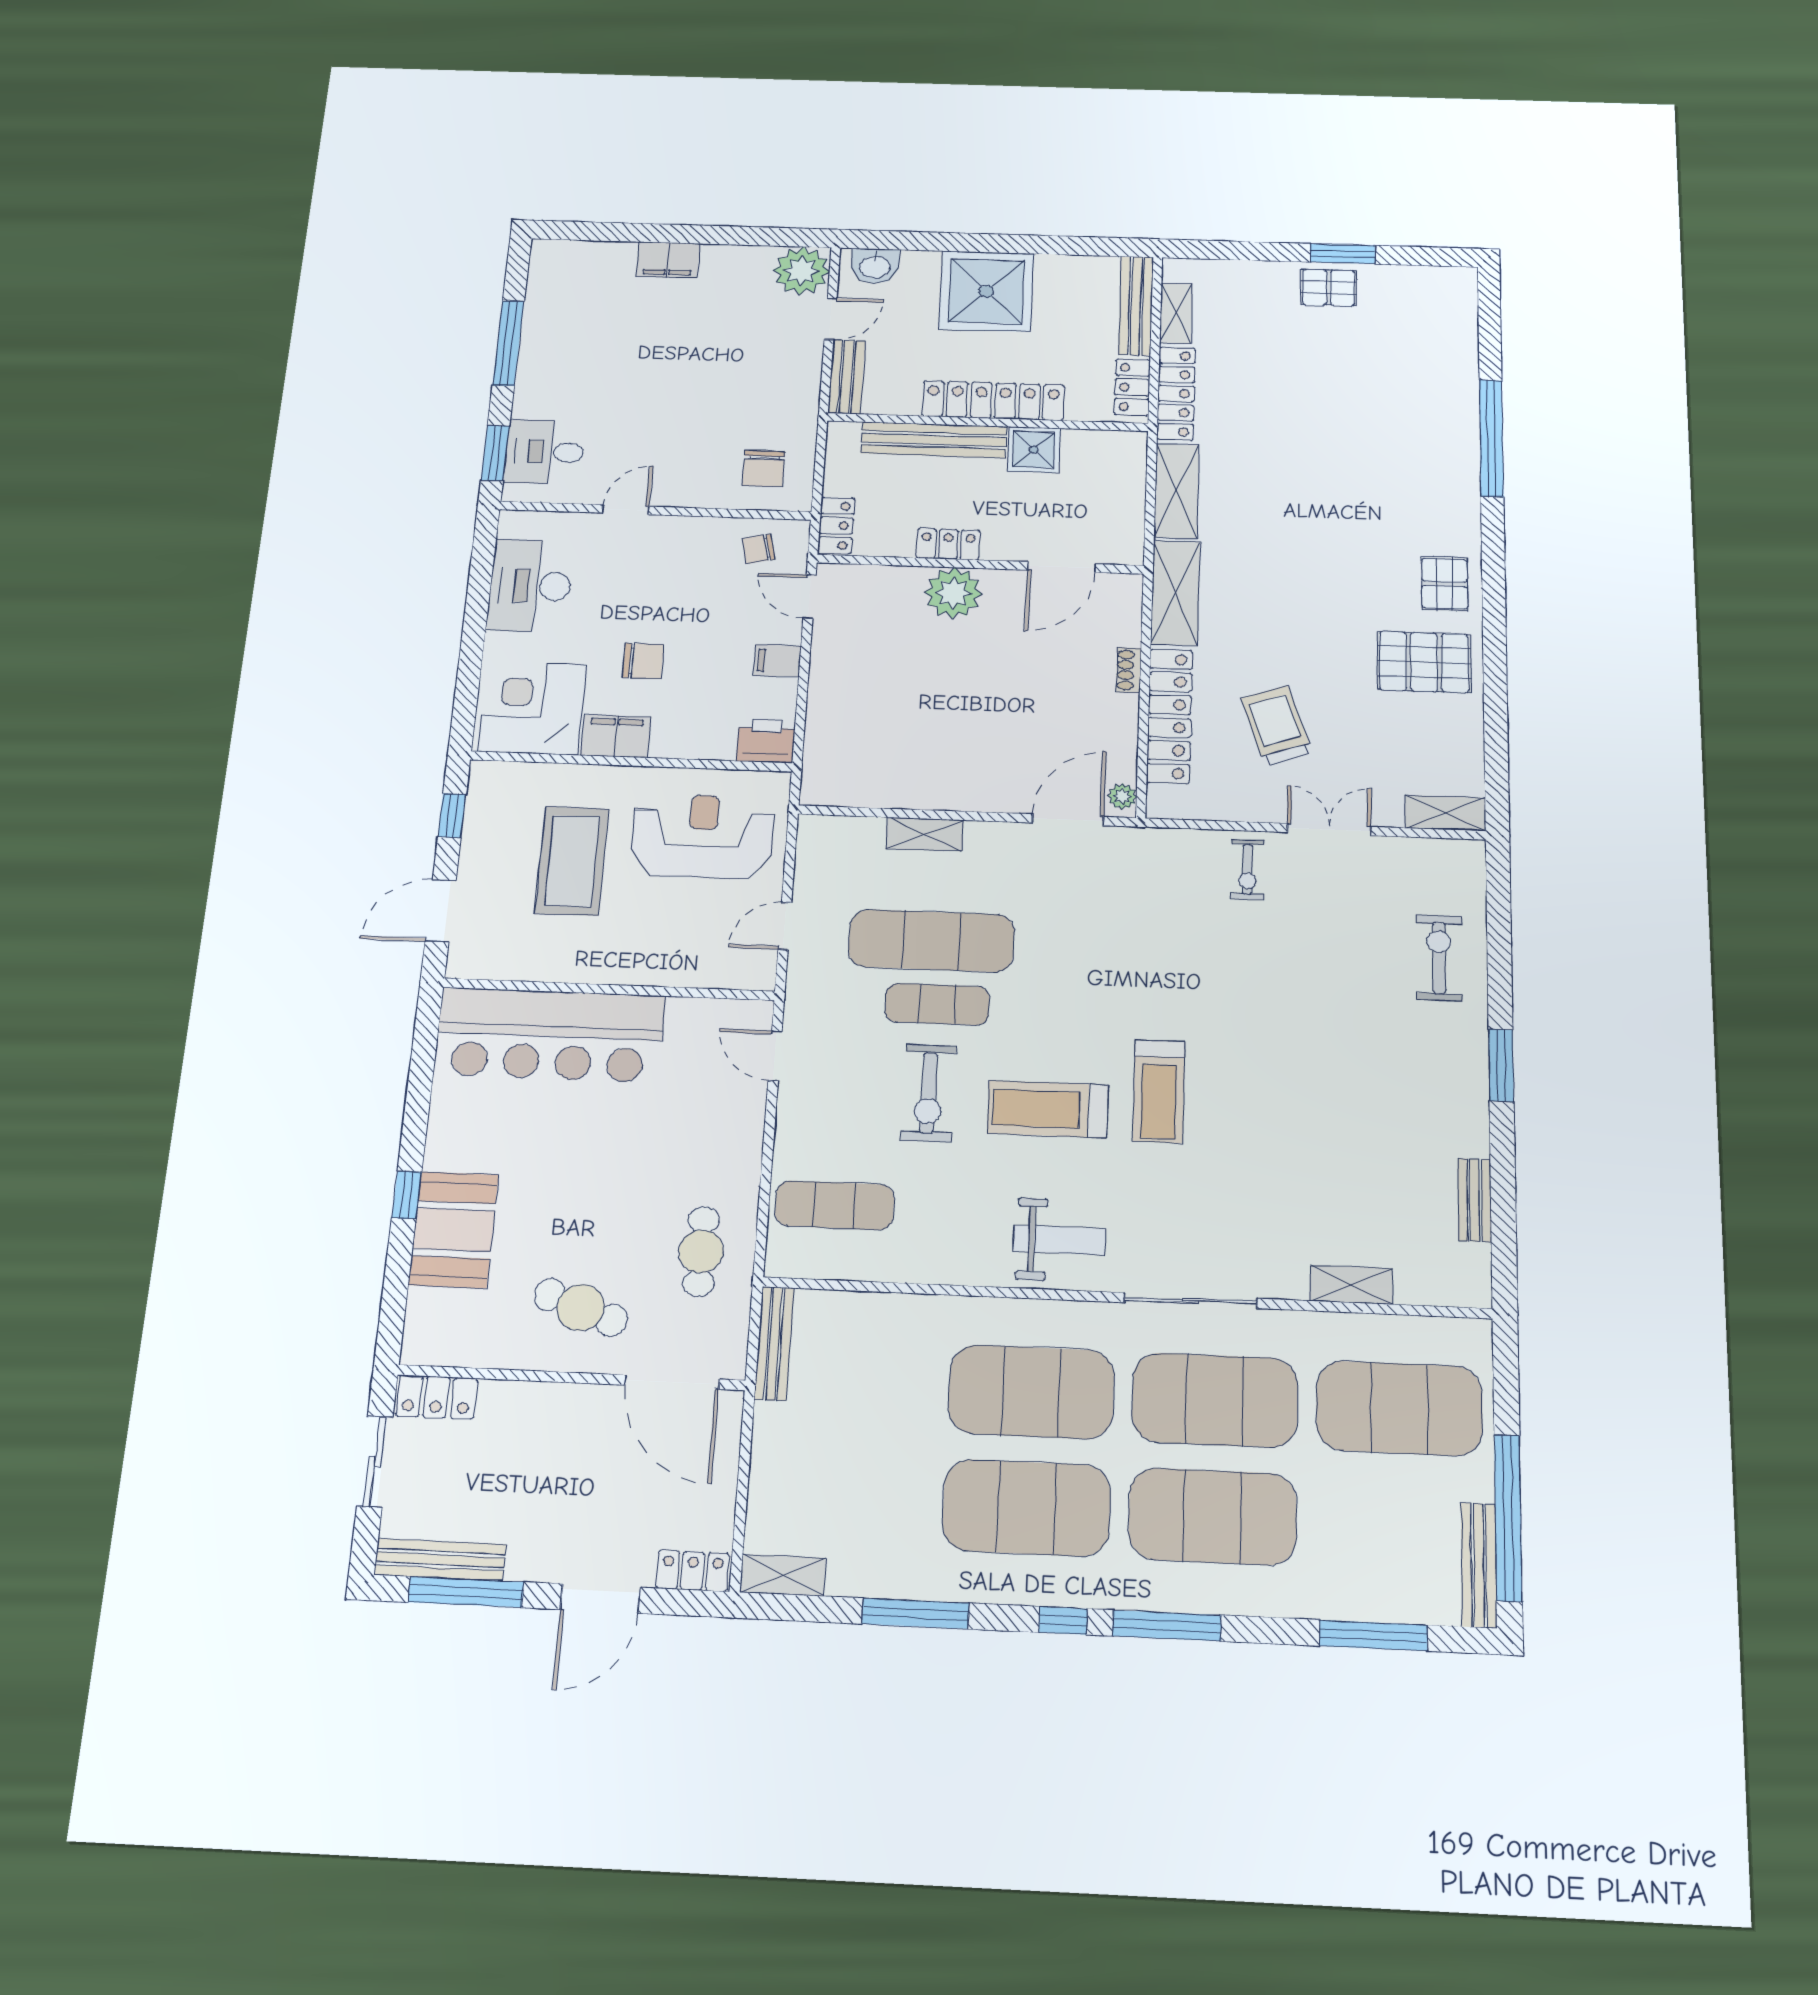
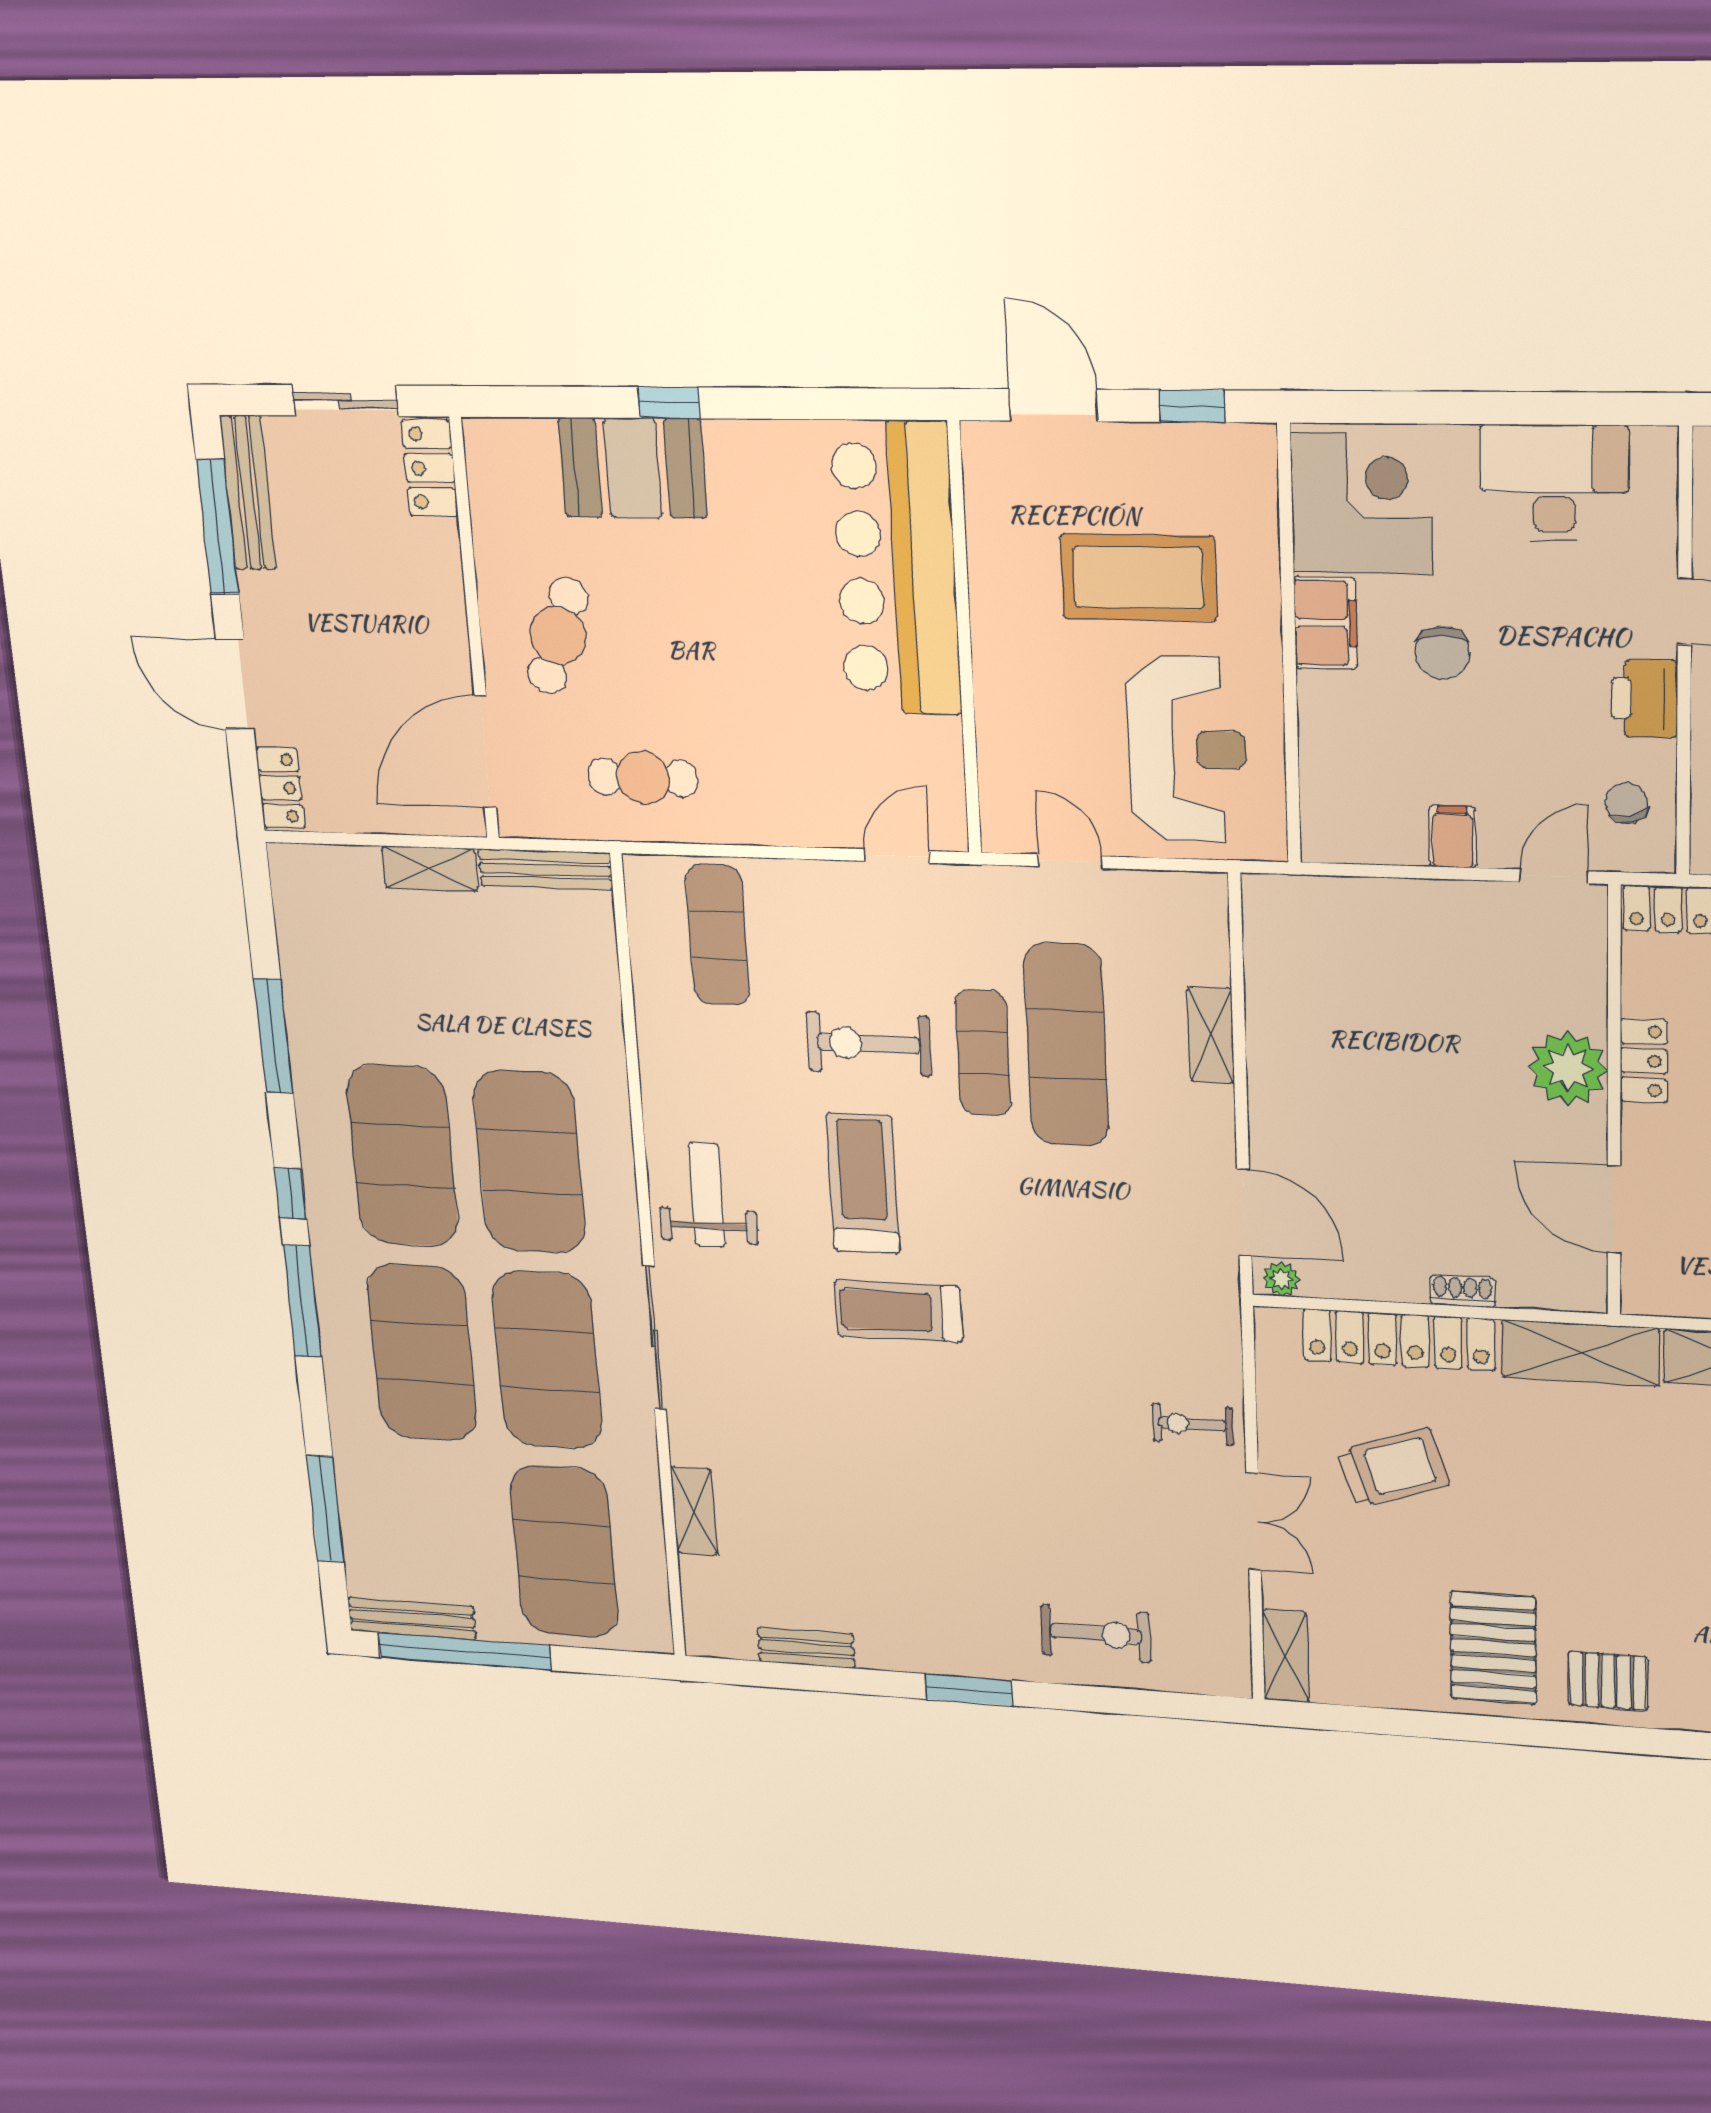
printer: (766, 741) -> (1644, 699), moved, turned 180
weight bench: (1059, 1240) -> (707, 1195), turned 180
shelving: (783, 1575) -> (430, 868), moved, turned 90

